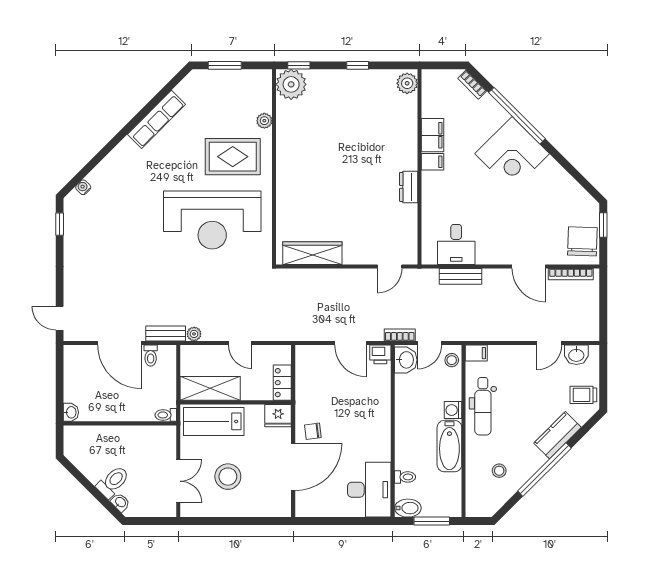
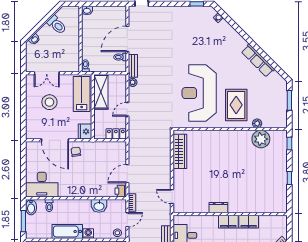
plant: (407, 83) -> (279, 207), removed
plant: (291, 84) -> (261, 139), moved
filing cabinet: (433, 162) -> (228, 222), width x2.00
door: (429, 343) -> (127, 220), swing flipped
washbasin: (406, 360) -> (99, 206), moved
locker: (282, 383) -> (116, 134), moved
toilet: (113, 482) -> (57, 25), moved

